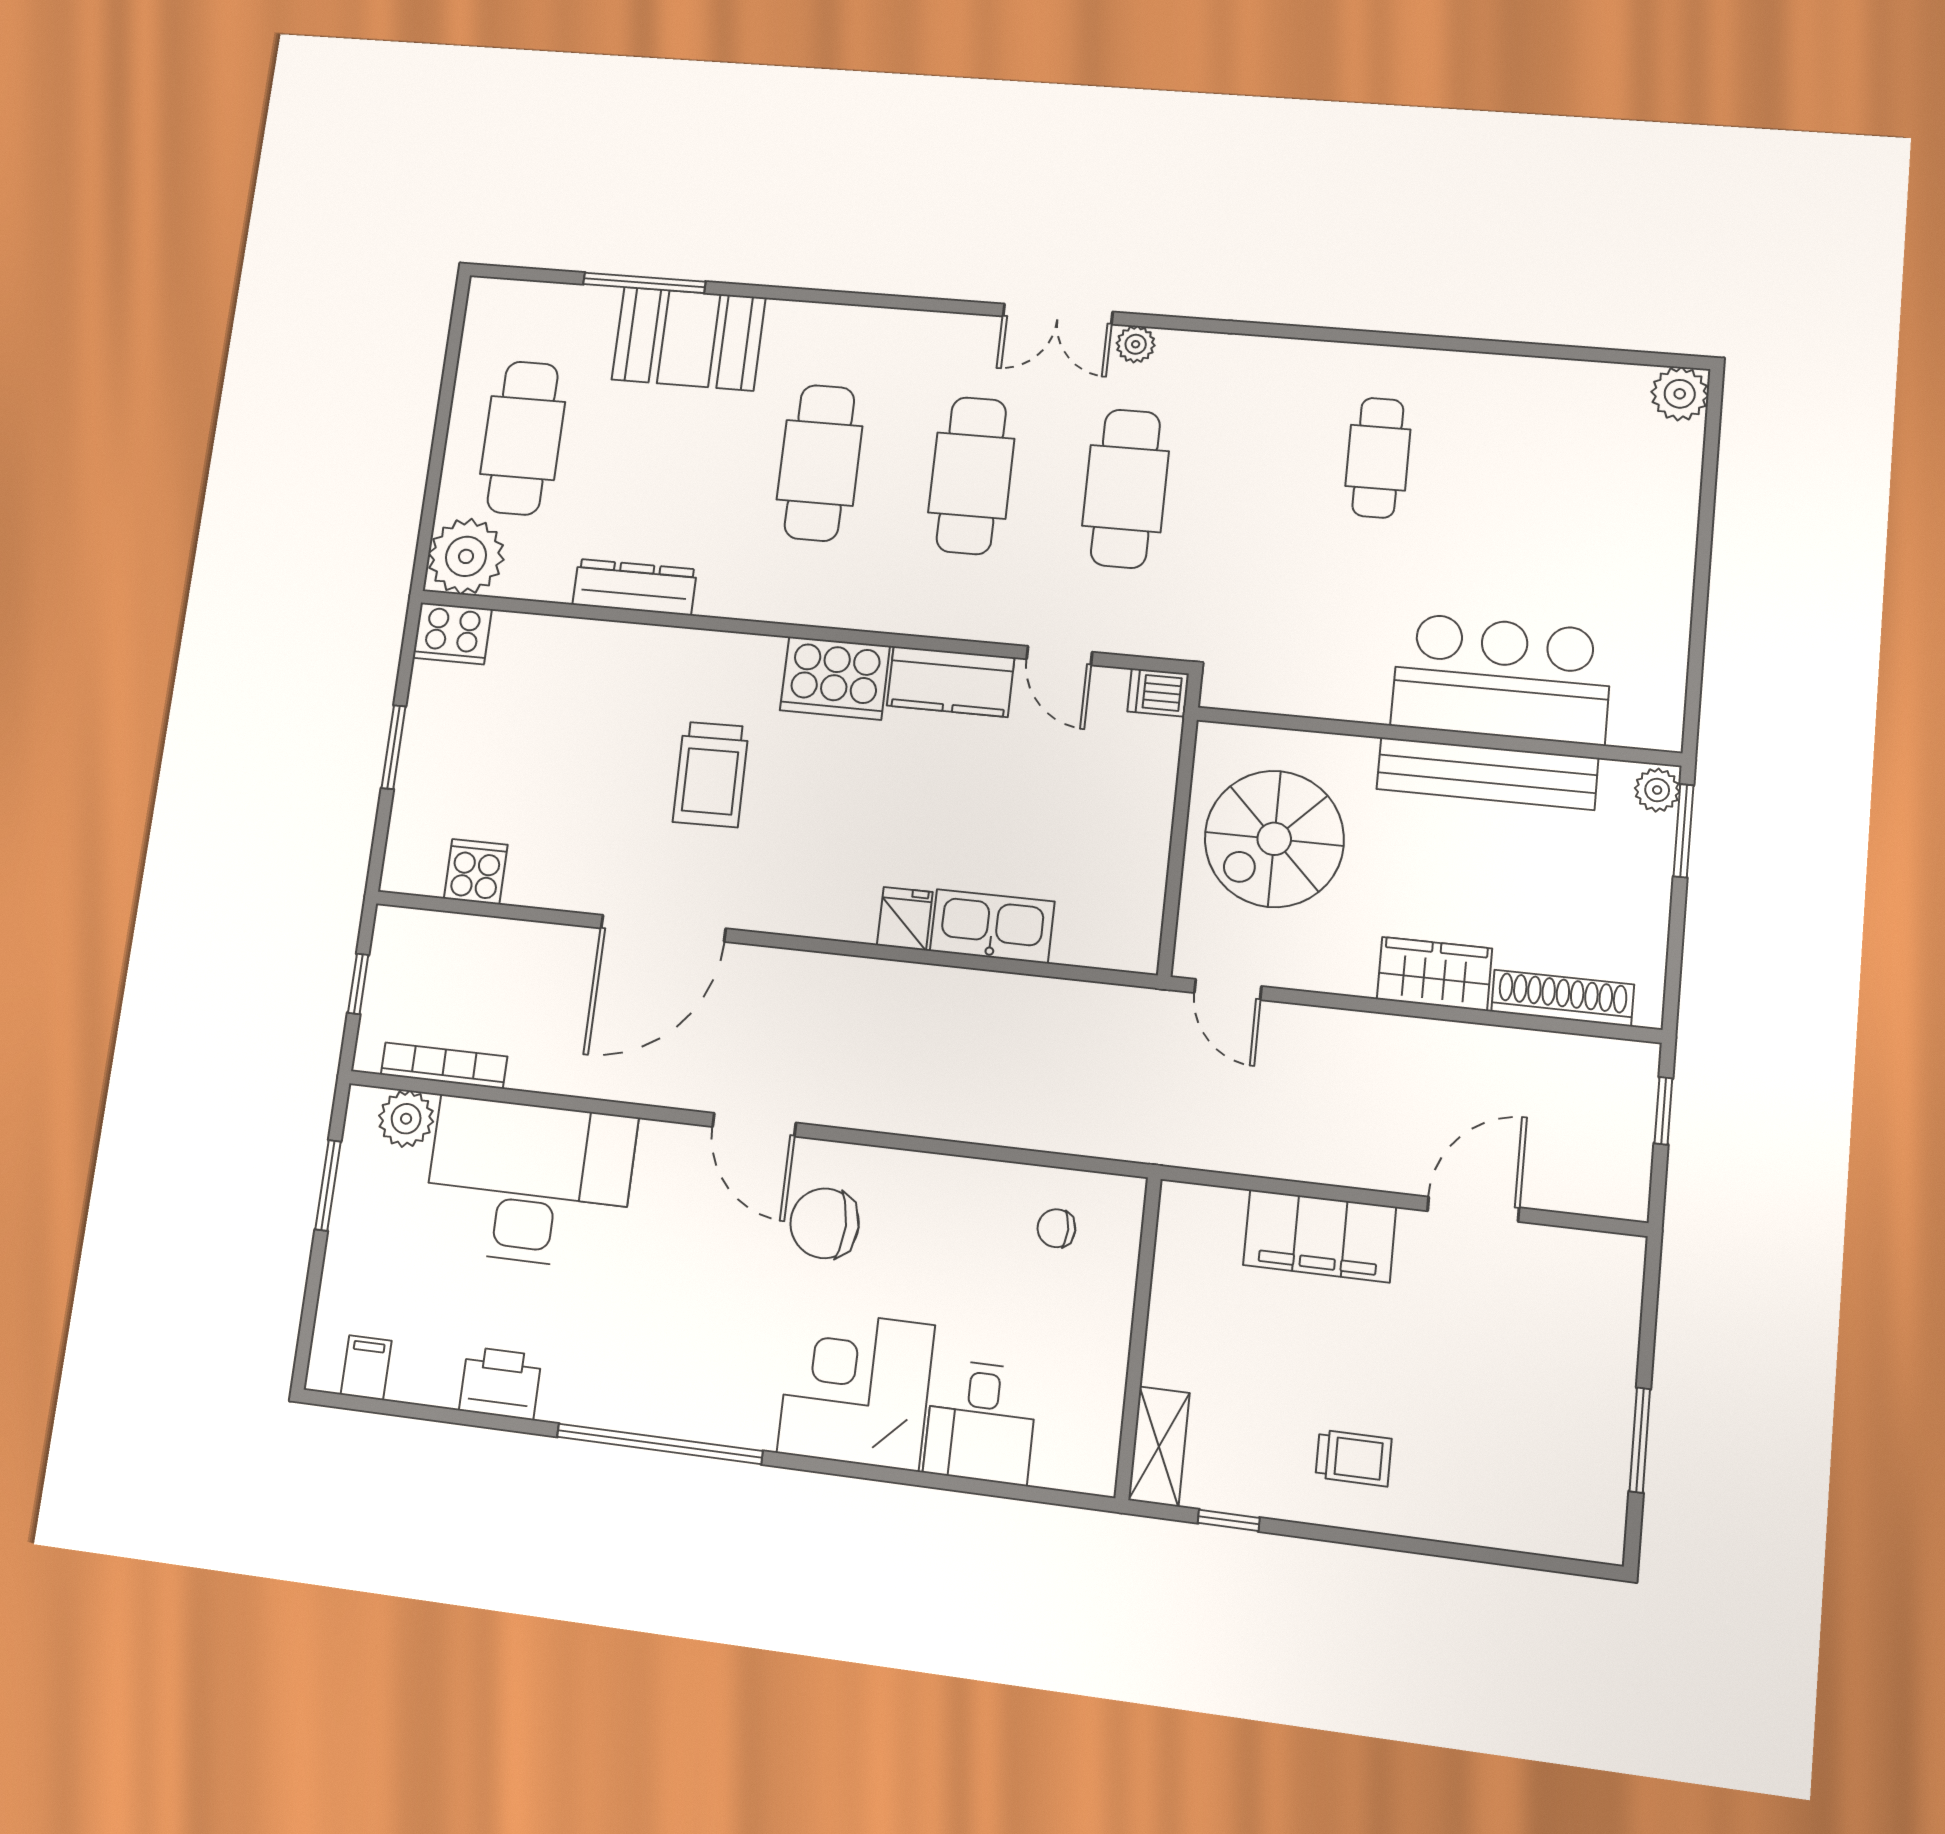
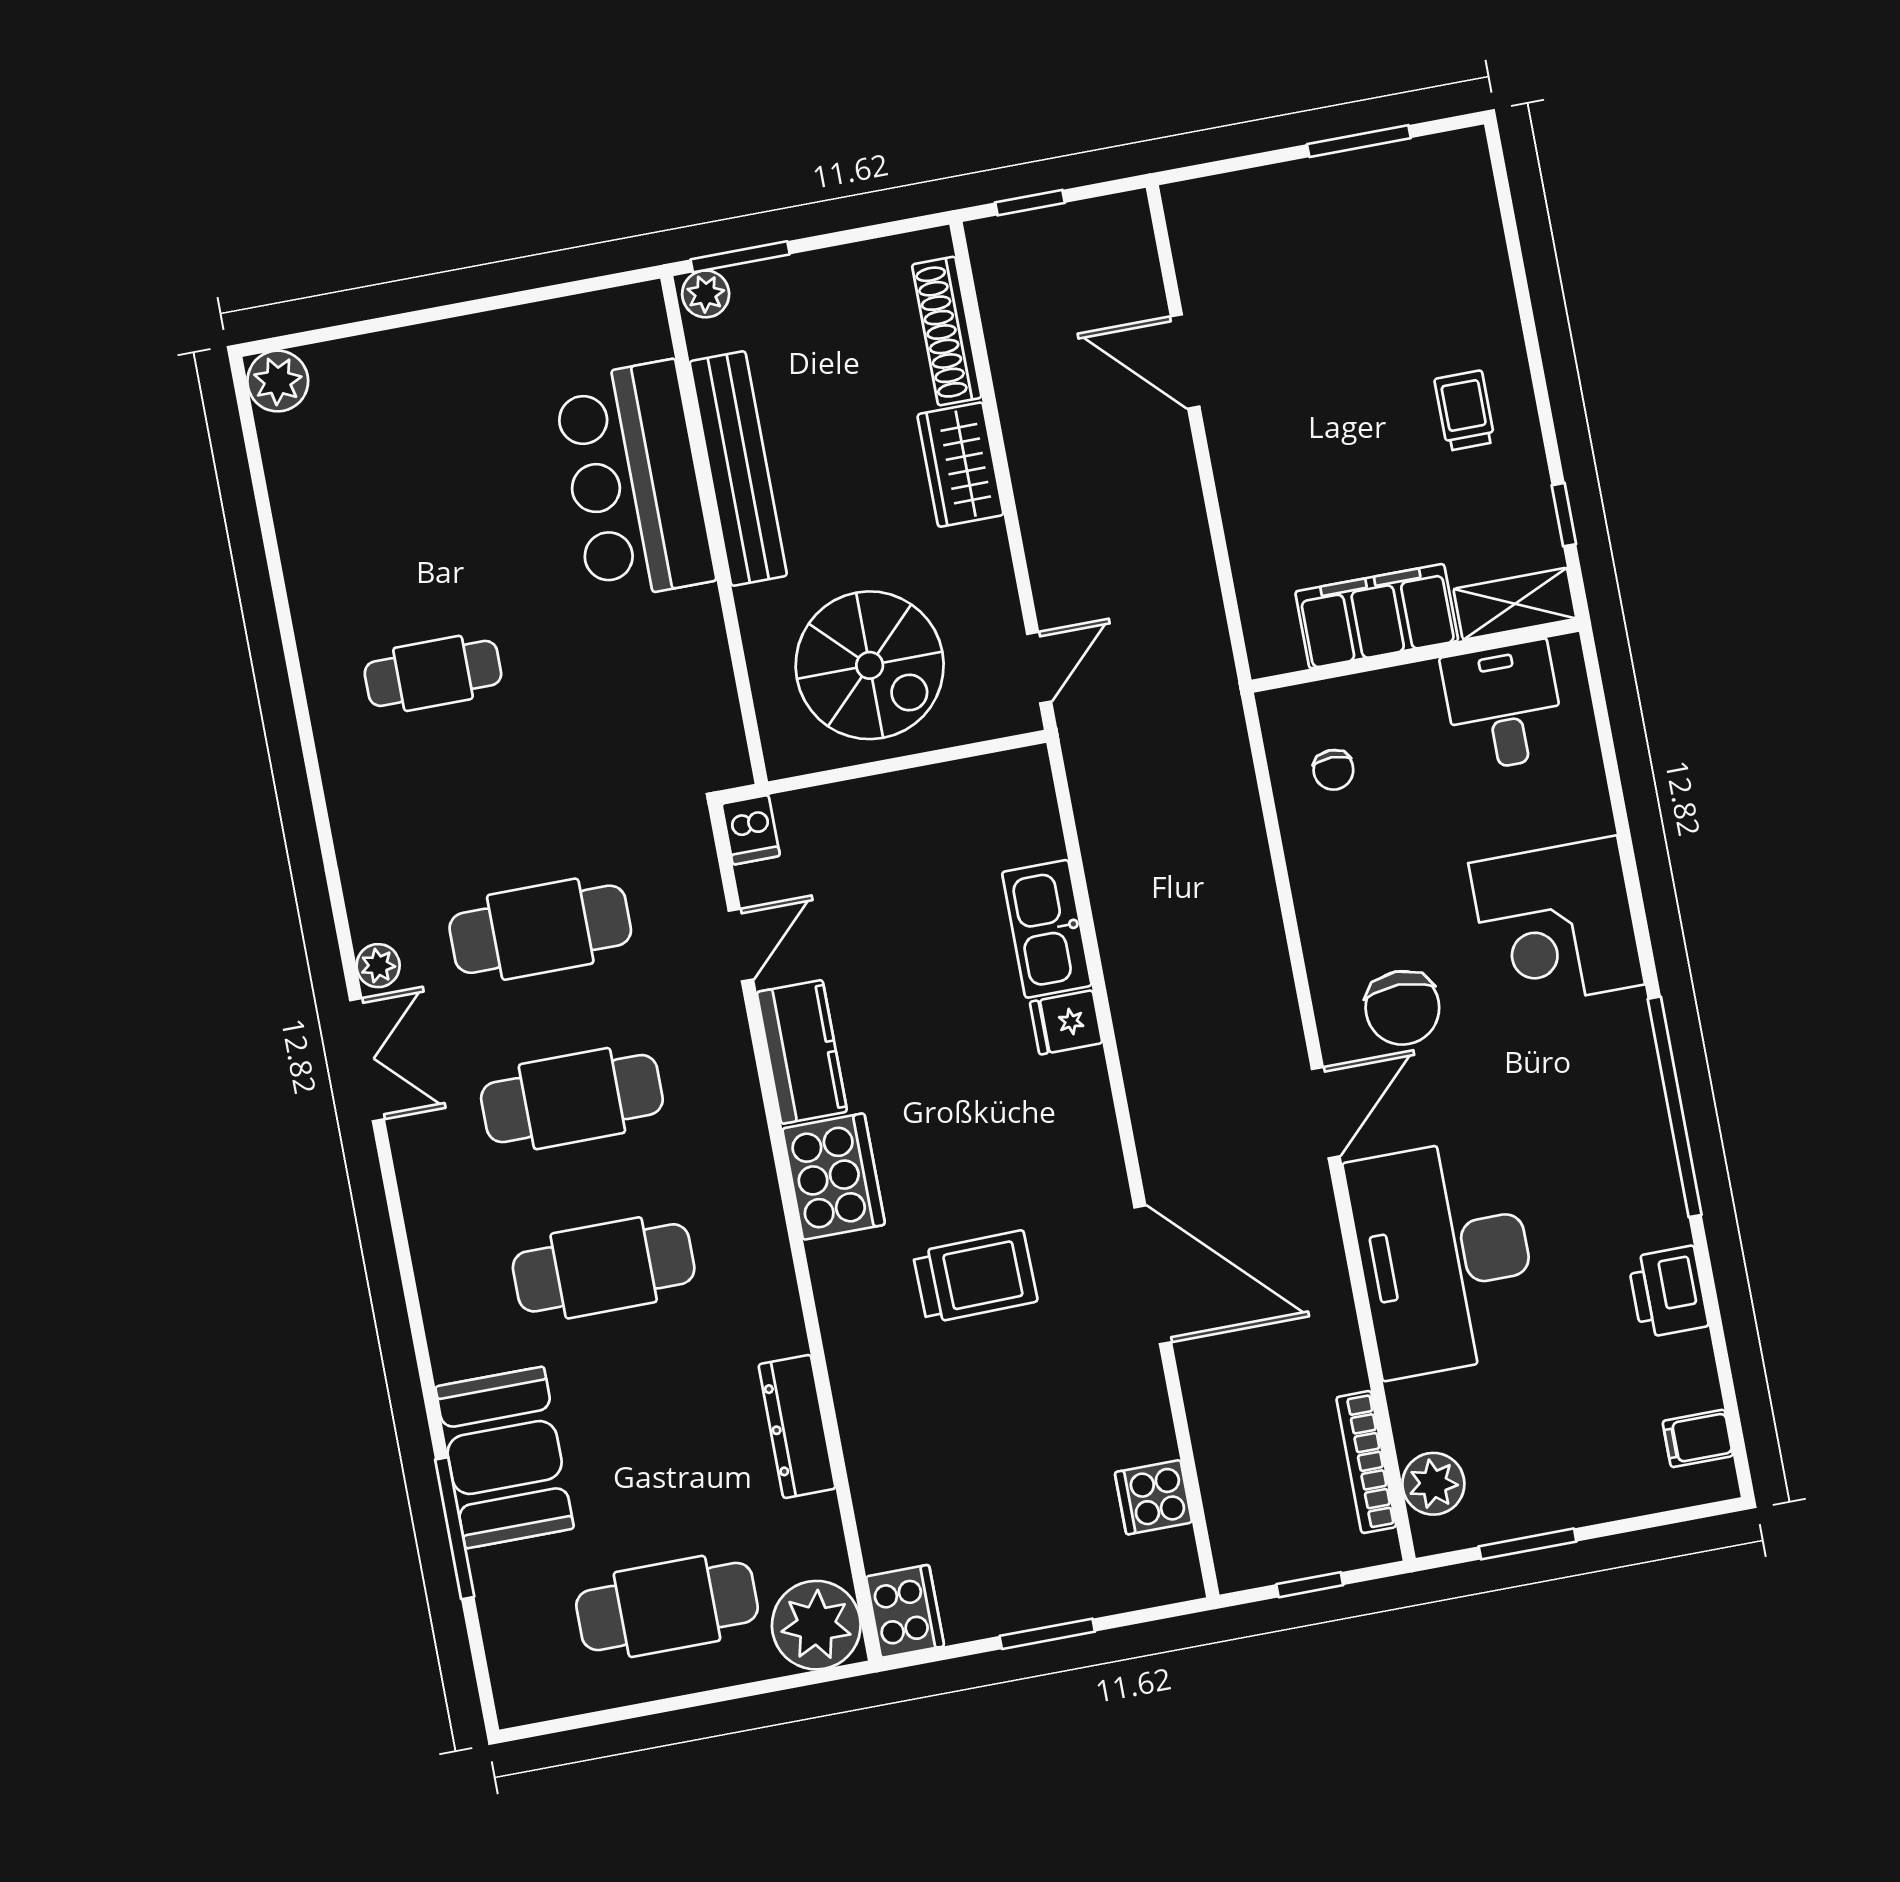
desk: (529, 1183) -> (1444, 1257), moved
filing cabinet: (1320, 1236) -> (1377, 616), moved, turned -90
desk: (981, 1422) -> (1504, 706), moved, turned -90

